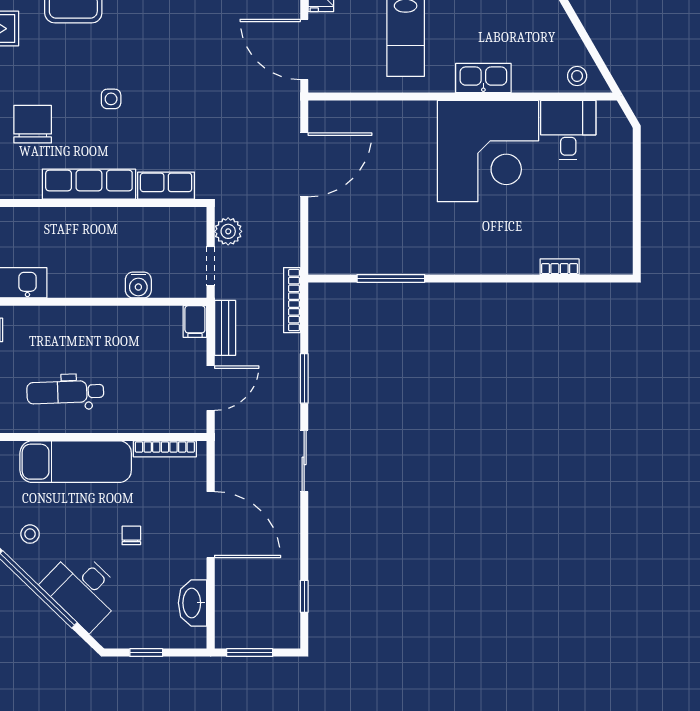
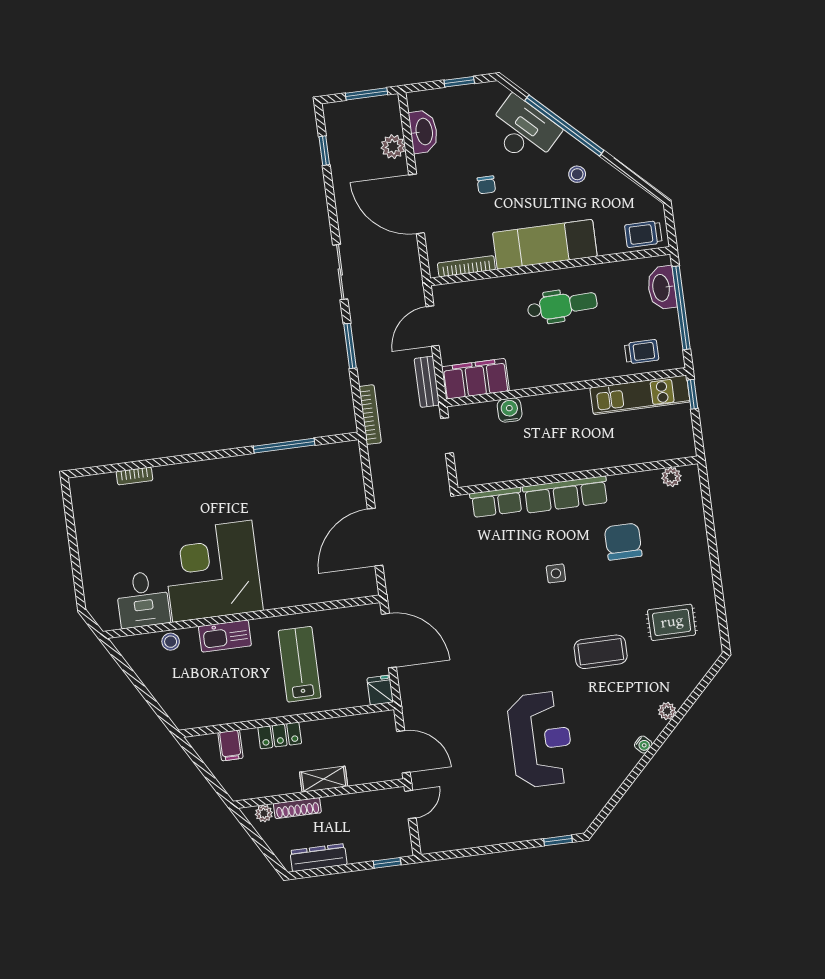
stool: (577, 76) -> (171, 642), moved
chair: (33, 124) -> (623, 542), turned 180
plant: (228, 231) -> (393, 147), moved
filing cabinet: (195, 321) -> (475, 379), width x3.00, depth x1.17

